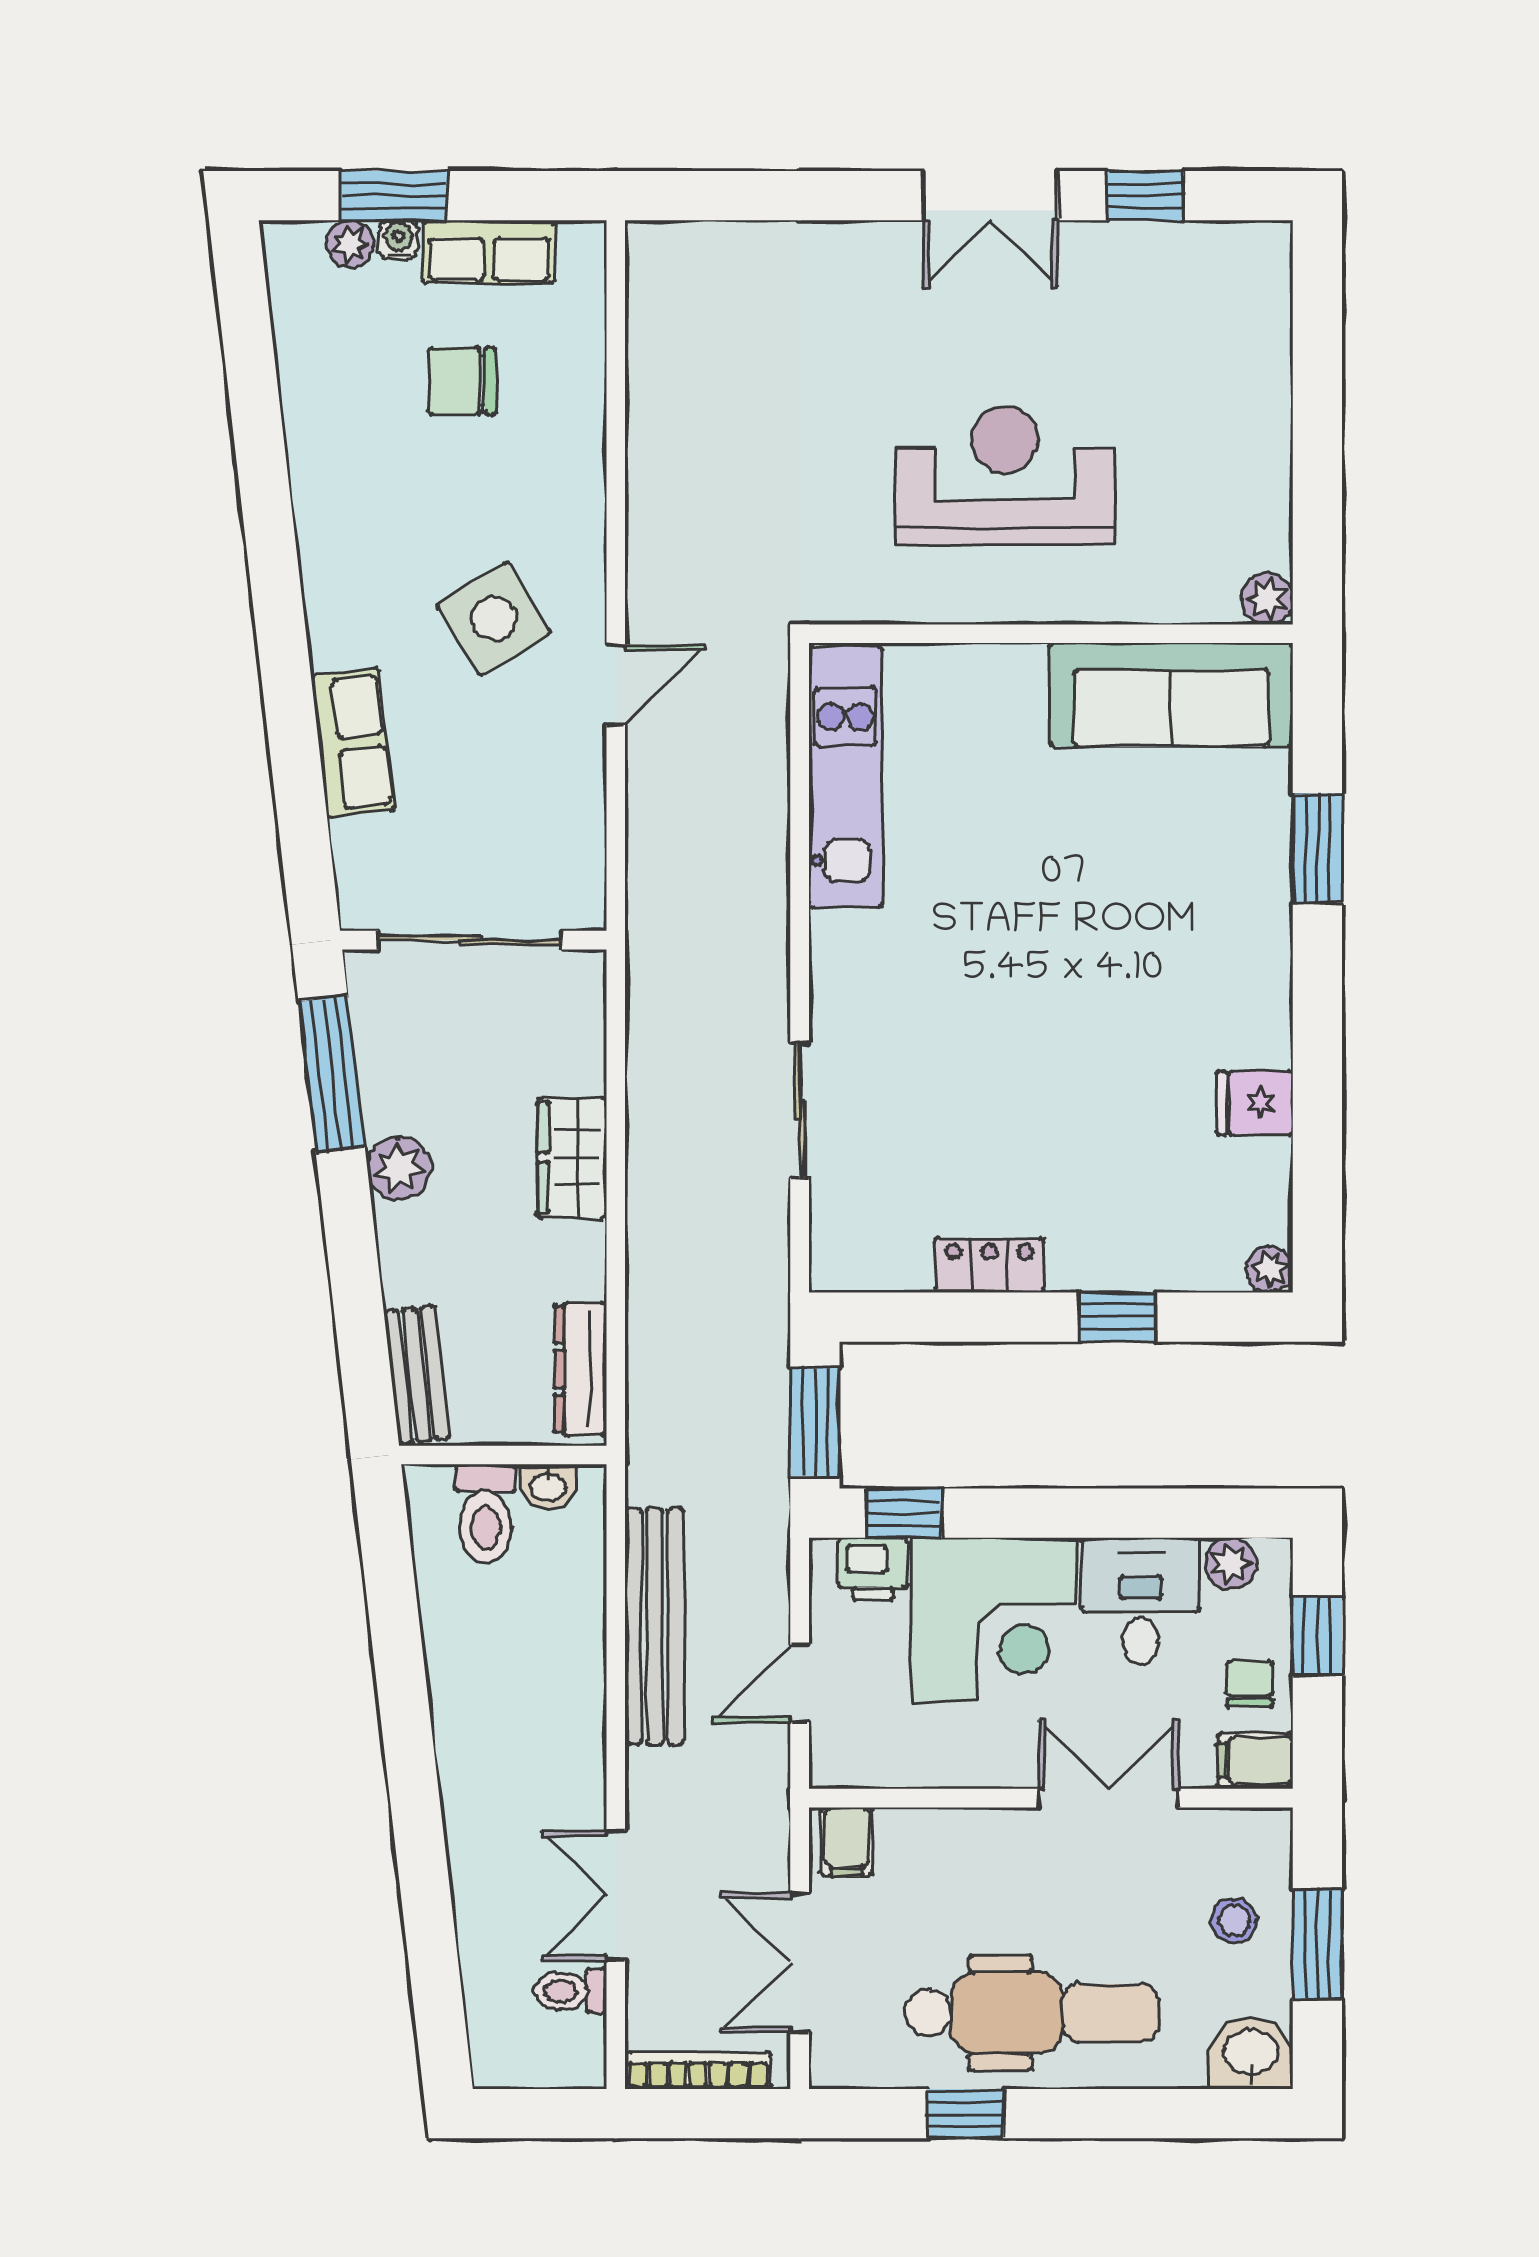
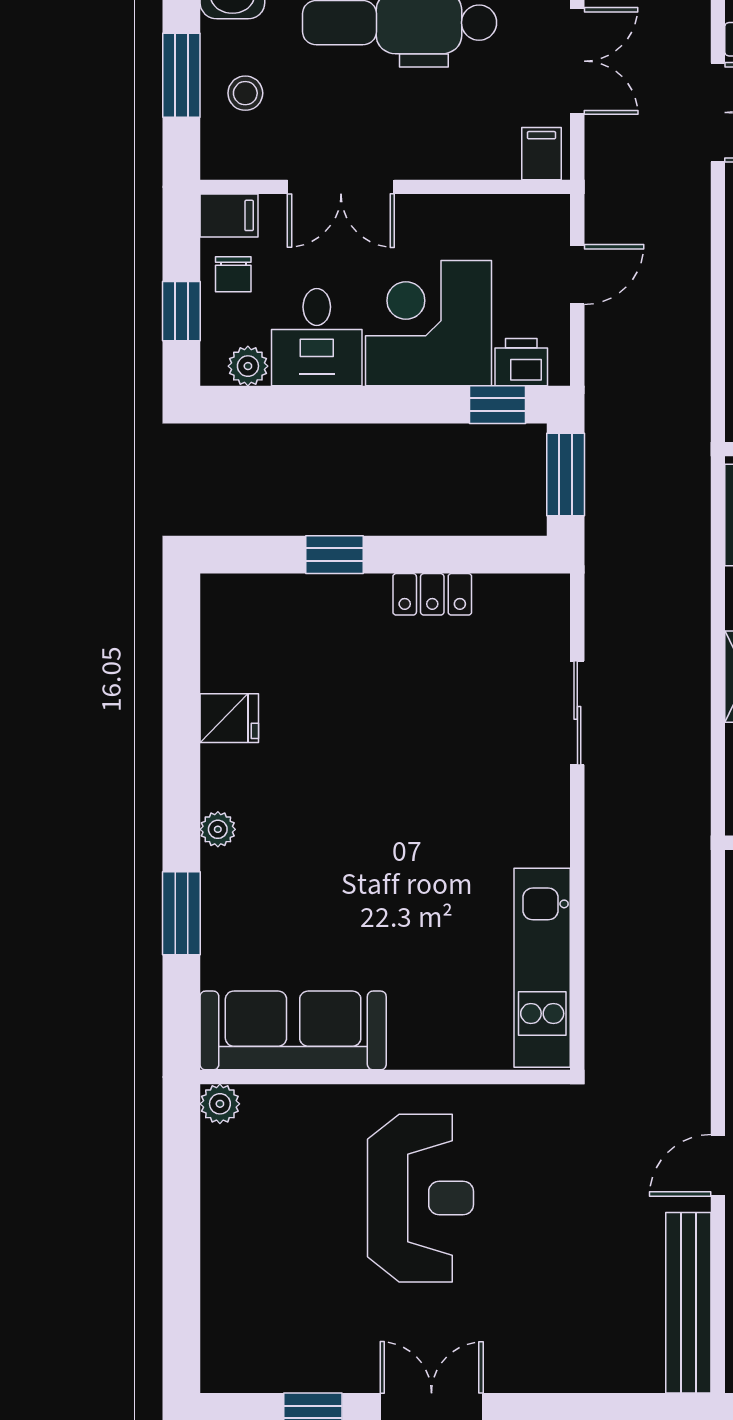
reception desk: (1005, 475) -> (420, 1198), turned -90
door: (616, 685) -> (718, 1165), moved
plant: (1270, 1269) -> (218, 829), moved
bench: (654, 1626) -> (688, 1303), moved

